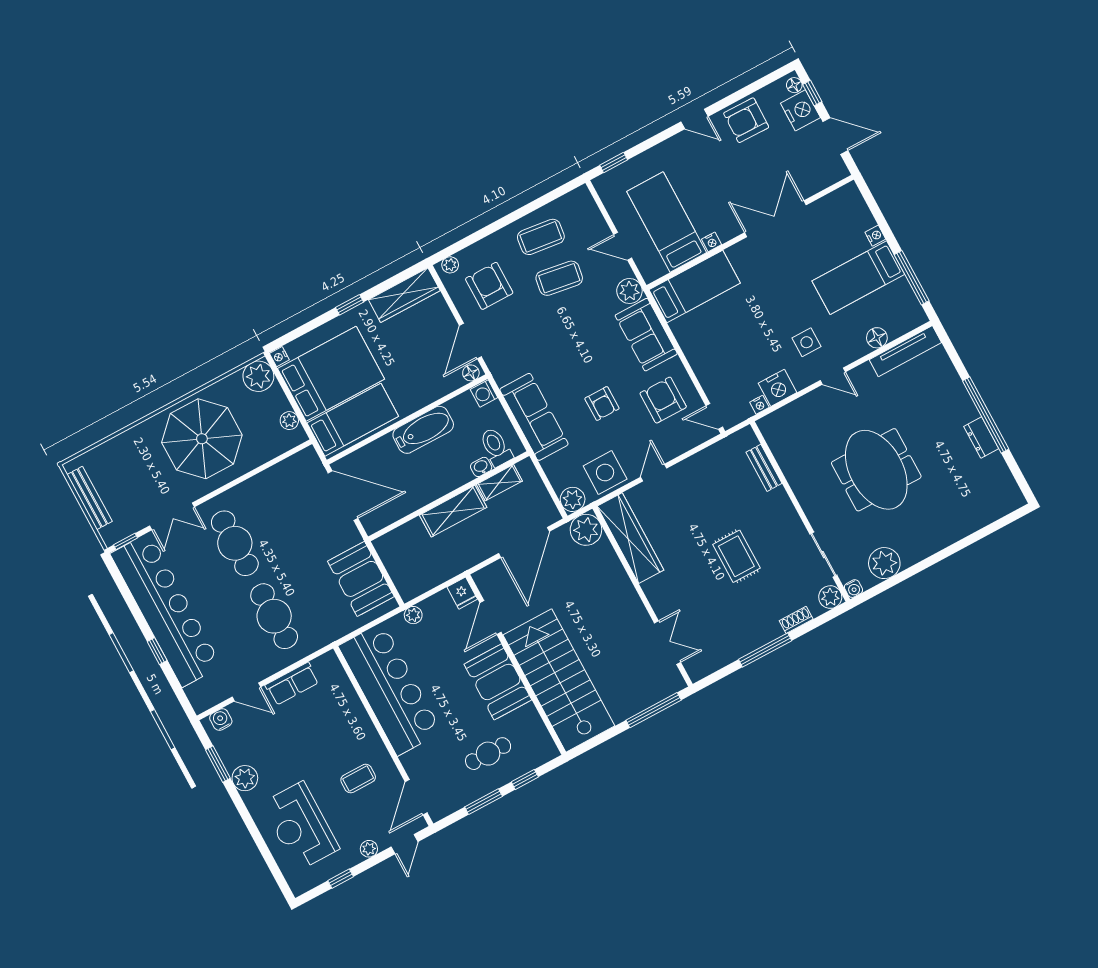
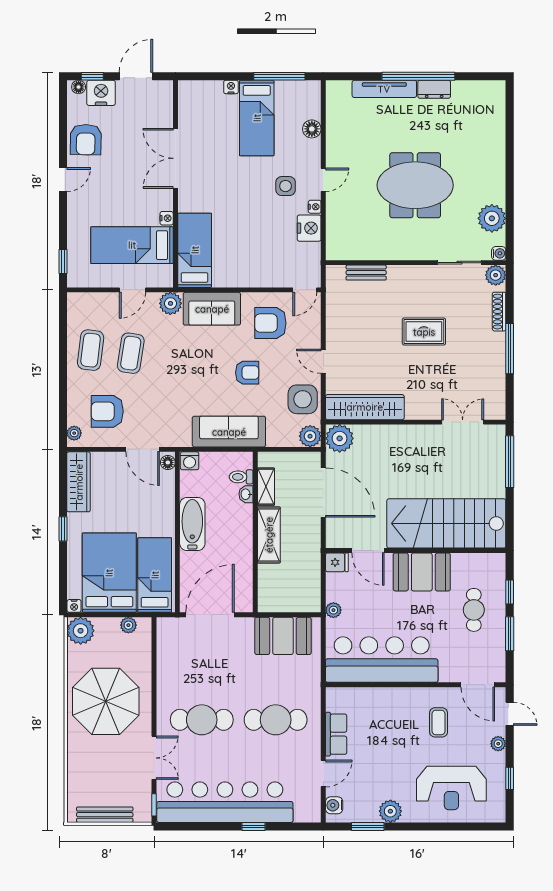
tv unit: (905, 351) -> (384, 89), moved, turned 90
nightstand: (759, 405) -> (315, 207), moved
toilet: (496, 447) -> (241, 477), width x0.73, depth x0.72
shoe rack: (796, 620) -> (499, 312), width x1.43

